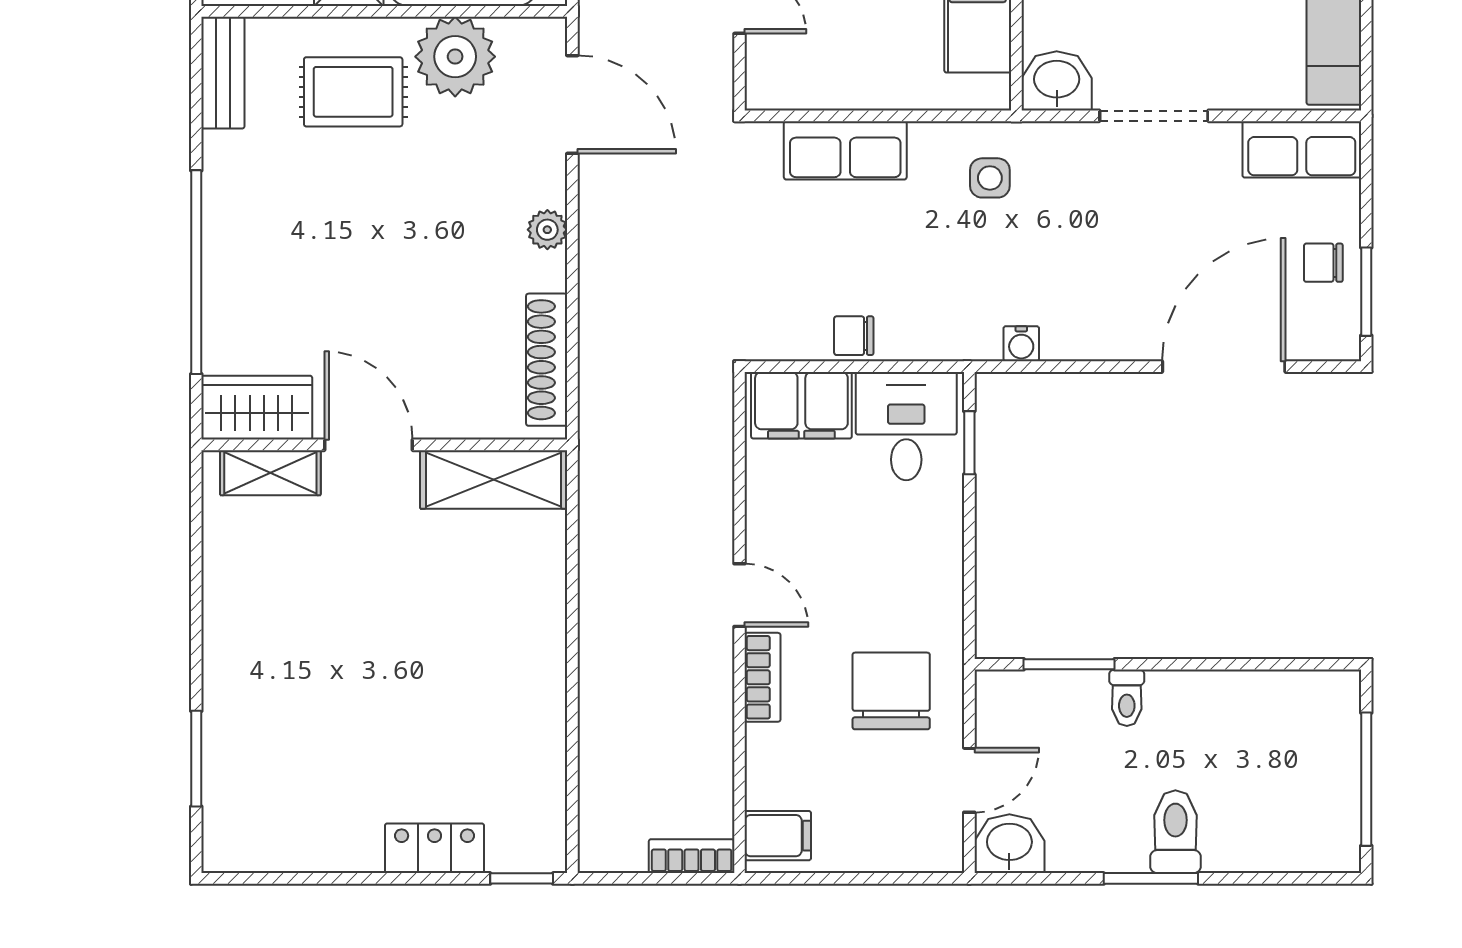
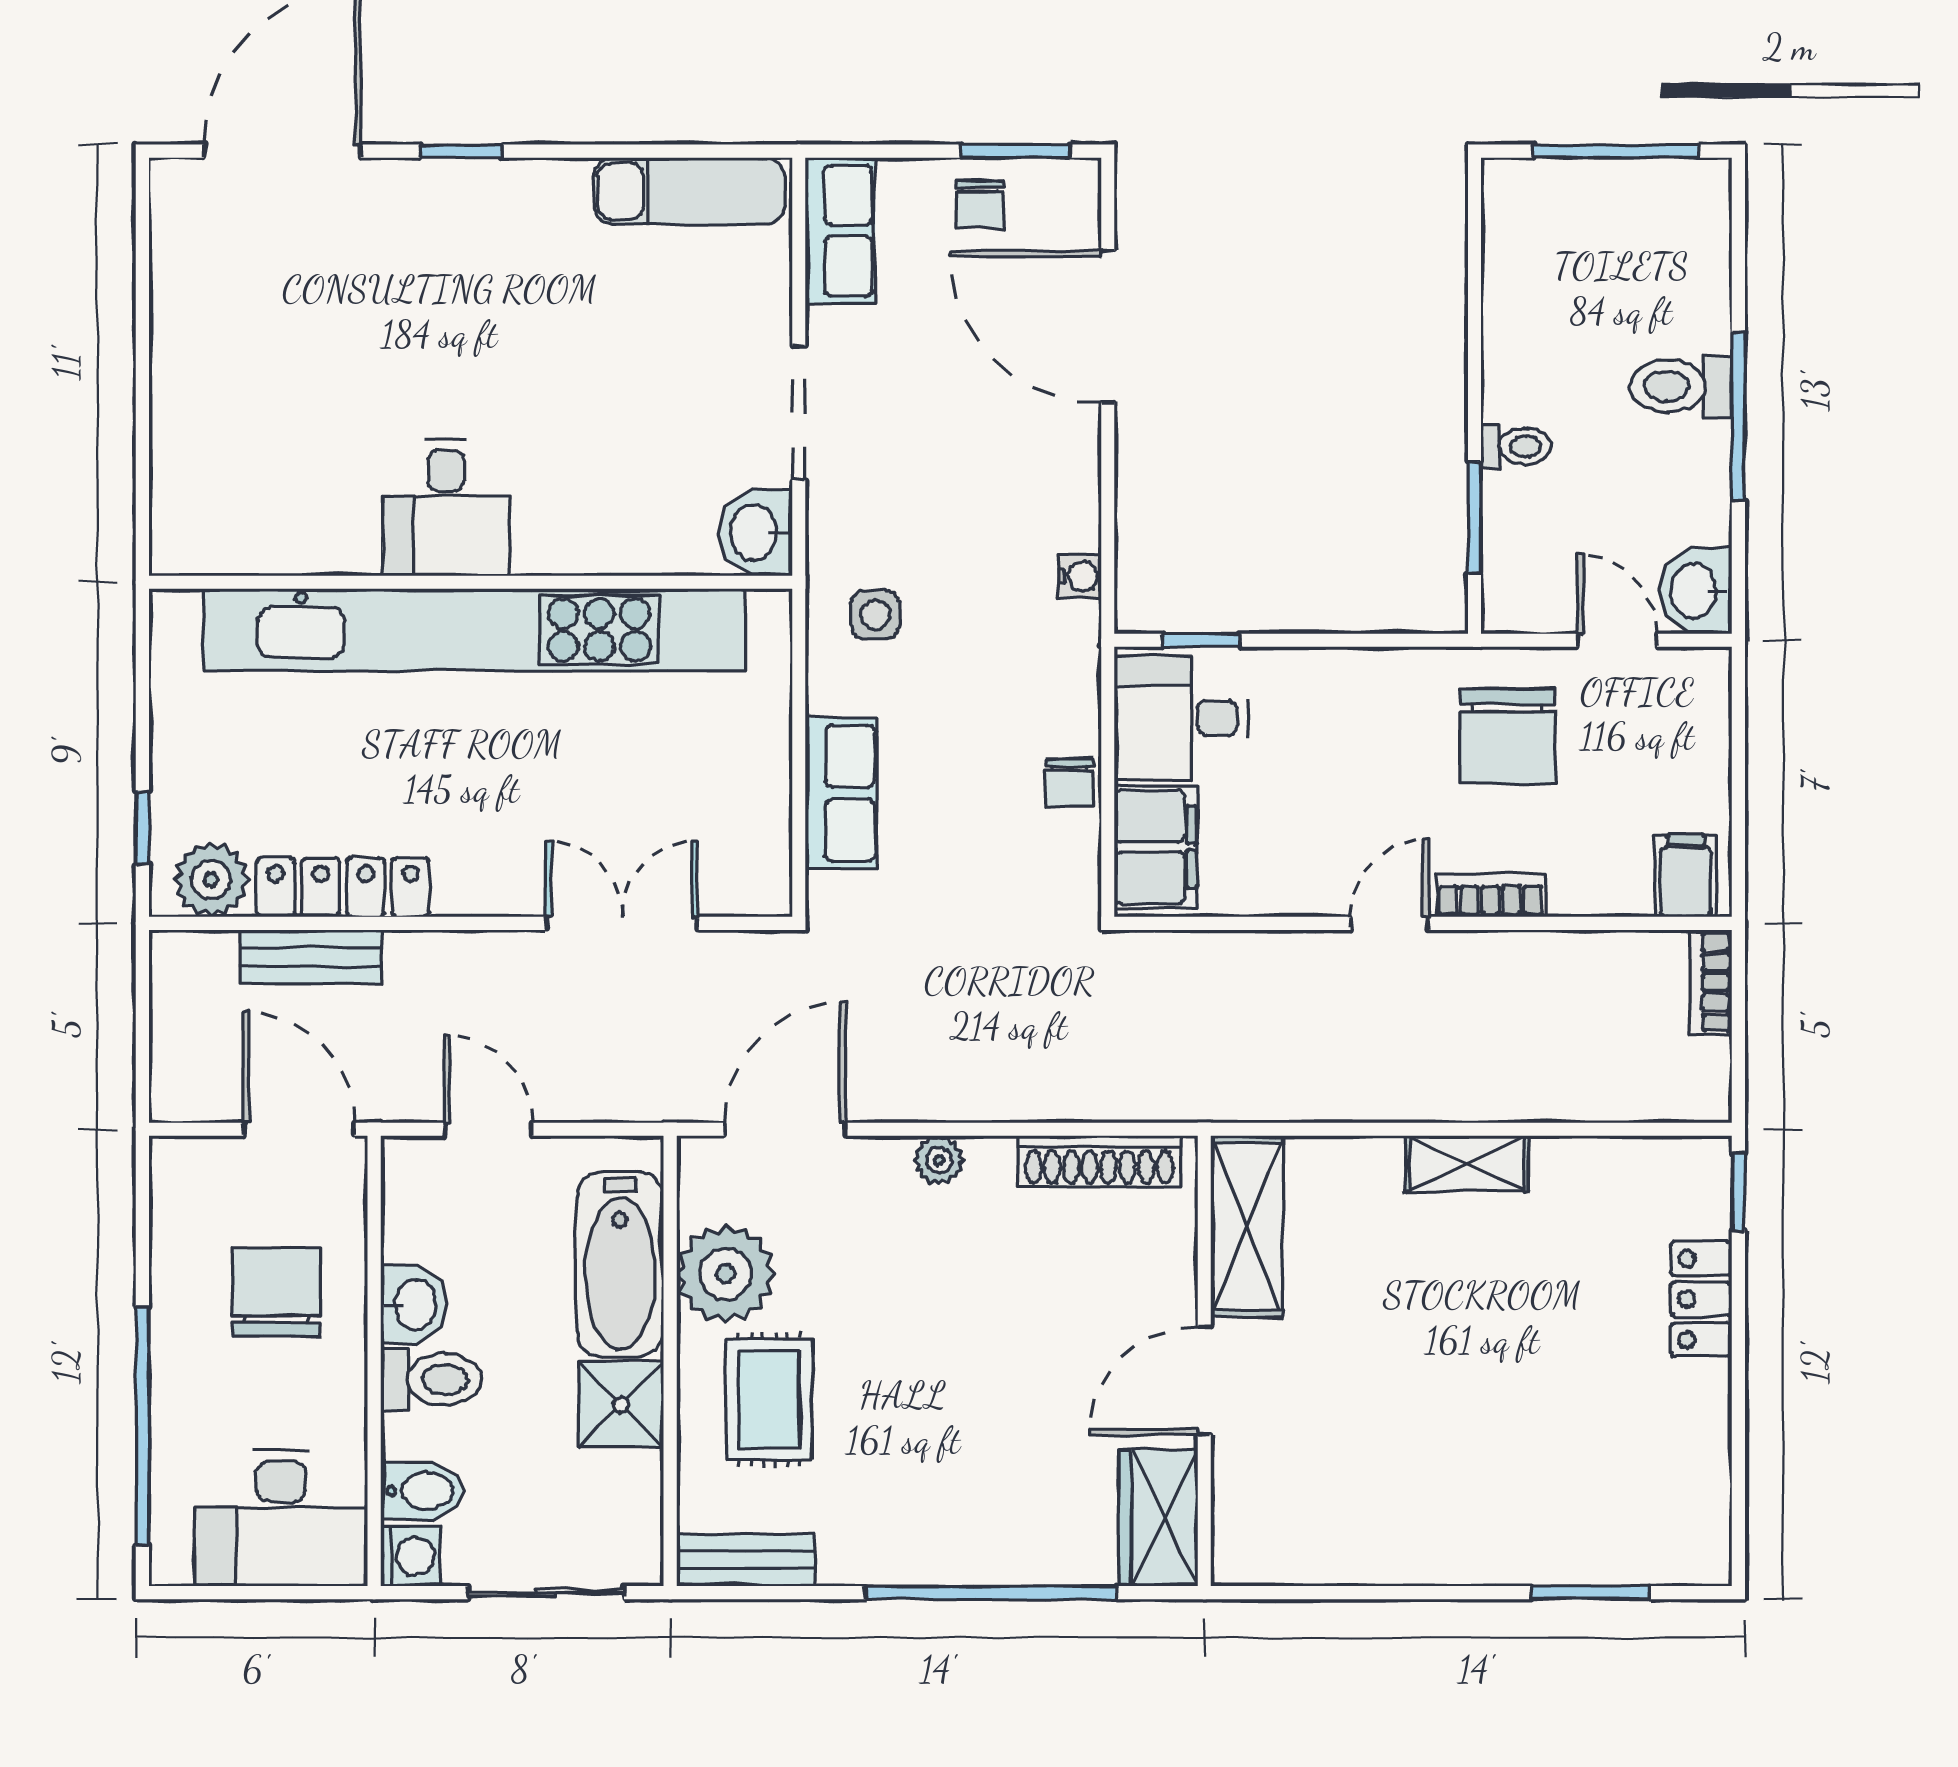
shelving: (270, 473) -> (1467, 1164), moved, turned 90
chair: (891, 691) -> (1507, 737), turned -90
window: (1151, 878) -> (1738, 416), width x1.44

